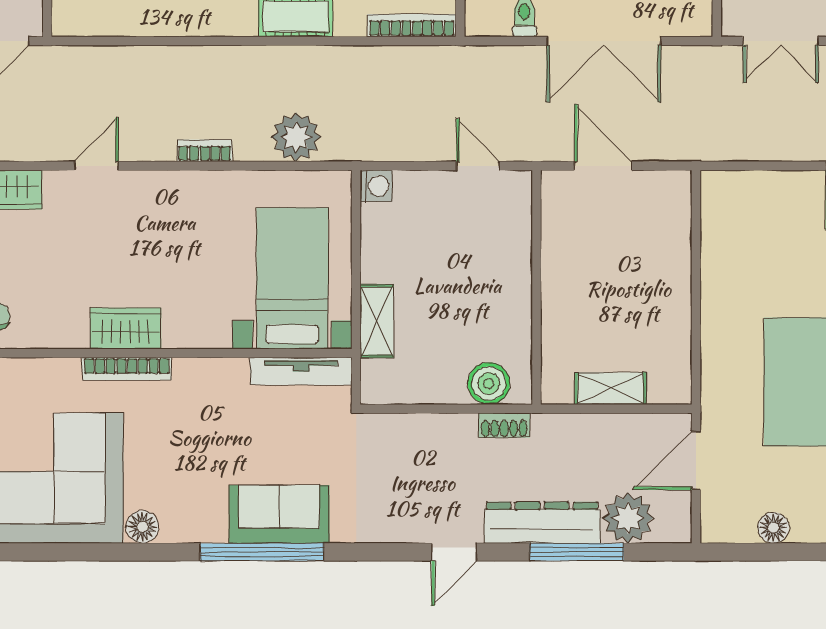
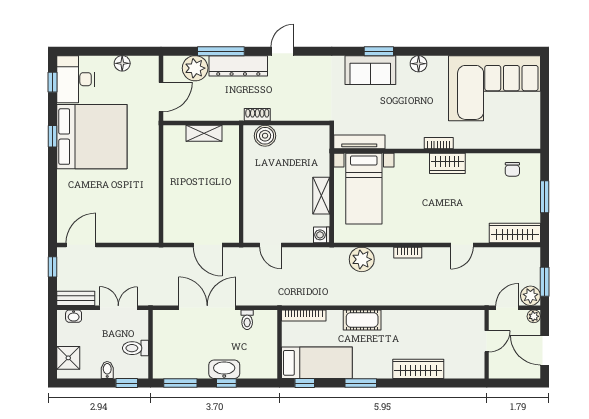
shelving: (377, 321) -> (321, 196), moved
bookcase: (127, 369) -> (439, 143), width x0.64
floor lamp: (142, 527) -> (419, 64), moved
window: (262, 552) -> (379, 51), width x0.47

